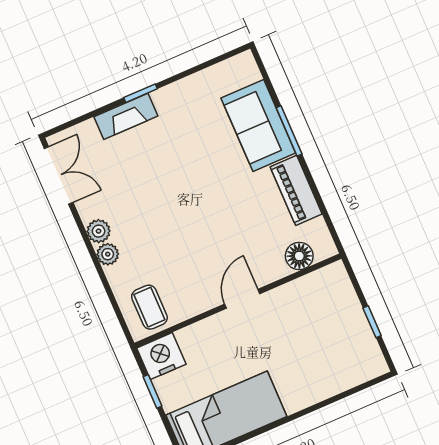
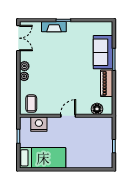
nightstand: (161, 356) -> (39, 124), moved

